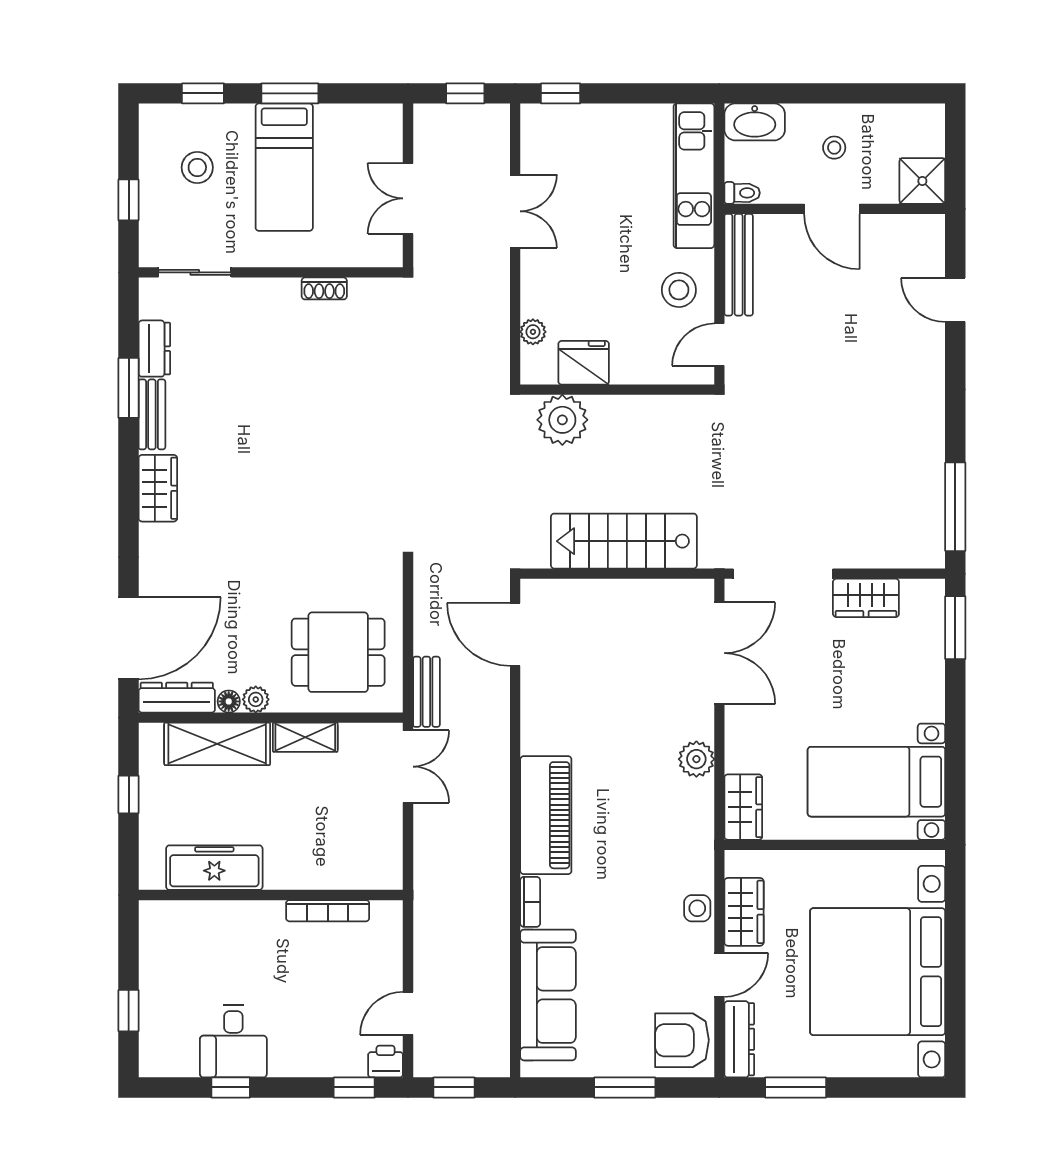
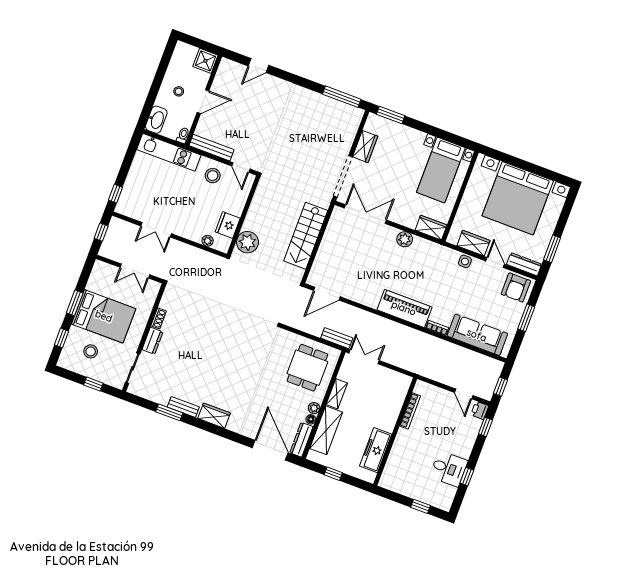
bed: (284, 167) -> (104, 316), width x1.50
double door: (515, 211) -> (156, 230), swing flipped
dresser: (154, 349) -> (152, 341), moved, turned 90

